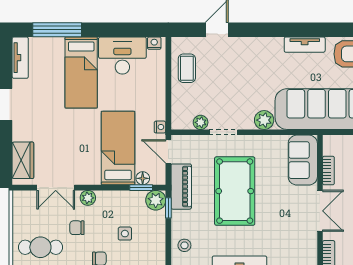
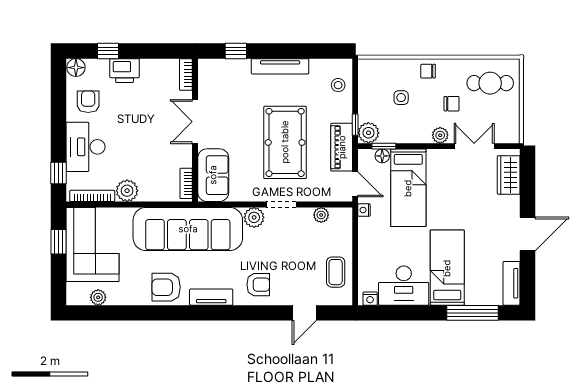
armchair: (260, 56) -> (258, 285), added
doorway: (223, 132) -> (281, 204), moved
bookcase: (328, 171) -> (186, 183), moved

